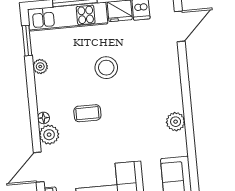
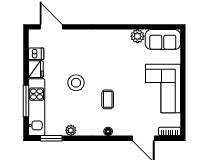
plant: (176, 122) -> (137, 36), moved
plant: (49, 135) -> (121, 129), removed

